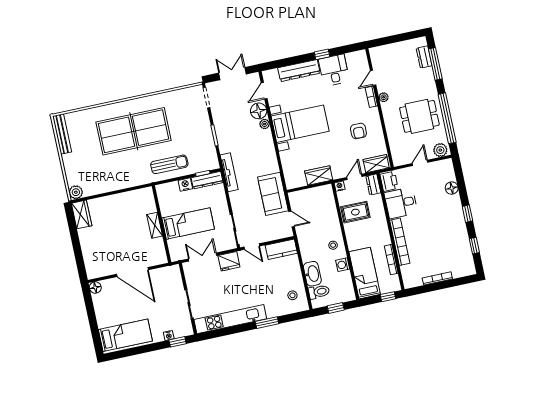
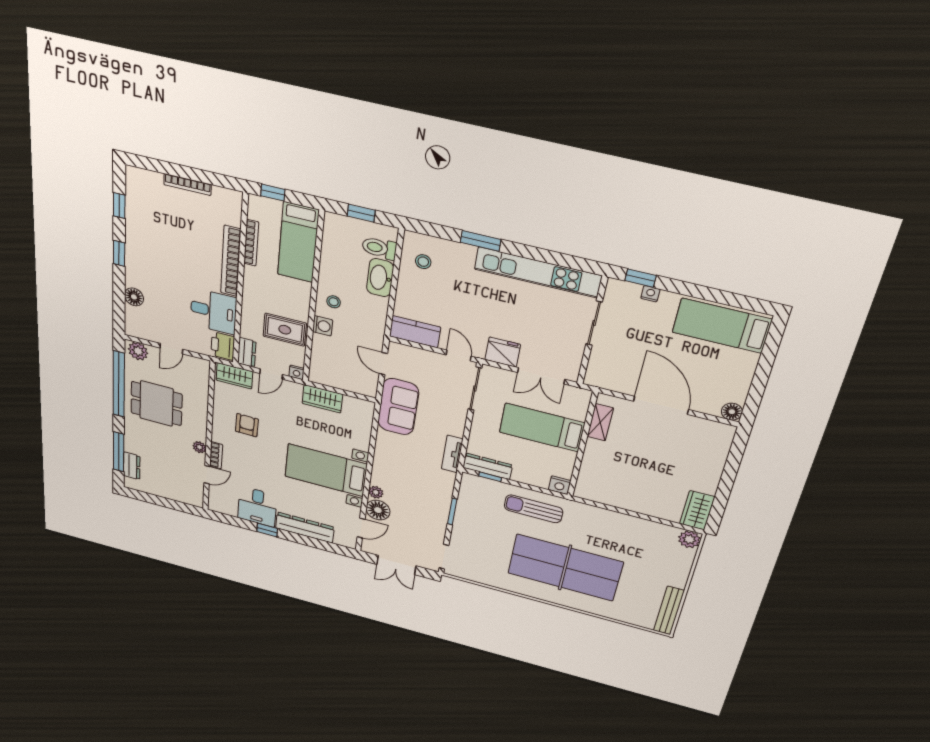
tv unit: (229, 172) -> (452, 454), width x0.71
nightstand: (185, 185) -> (560, 485), moved
shelving: (155, 225) -> (600, 422), moved
washing machine: (343, 265) -> (323, 326), moved

